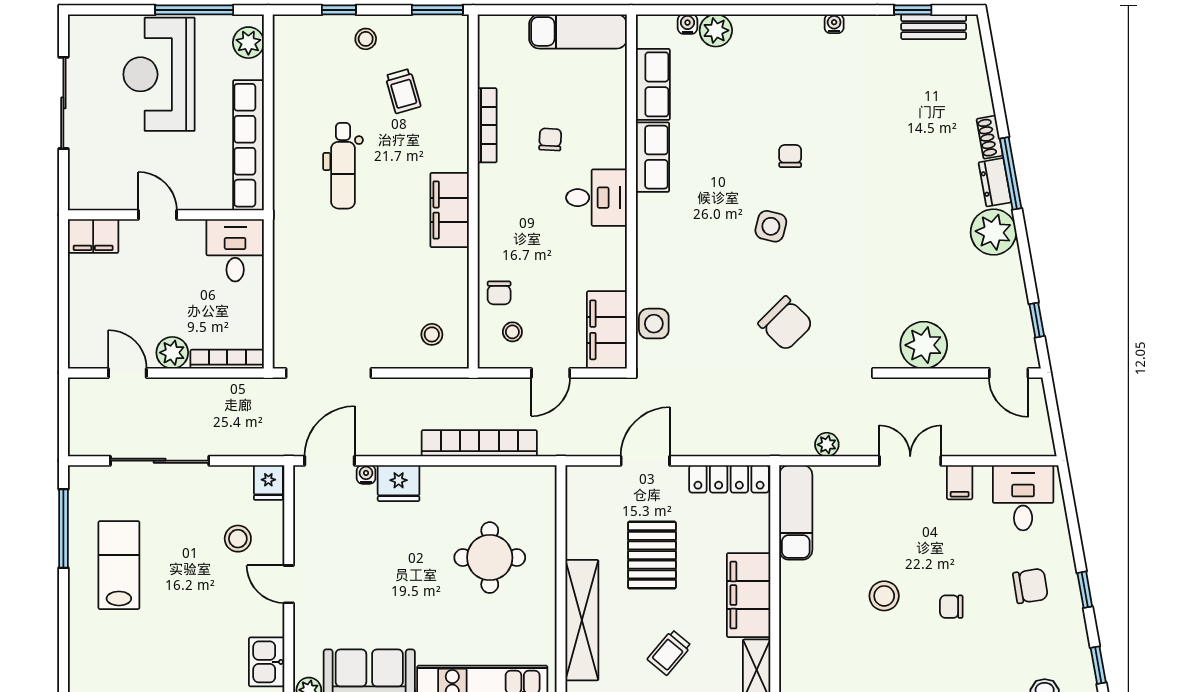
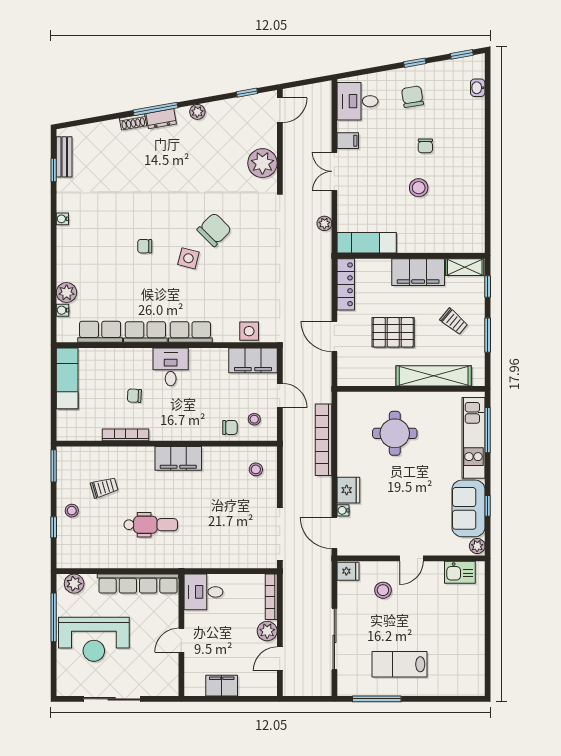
row of seats: (652, 229) -> (190, 332), added
plant: (993, 232) -> (197, 112), width x0.53, depth x0.53
filing cabinet: (93, 236) -> (222, 686), moved, turned -90
chair: (786, 324) -> (214, 230), moved

